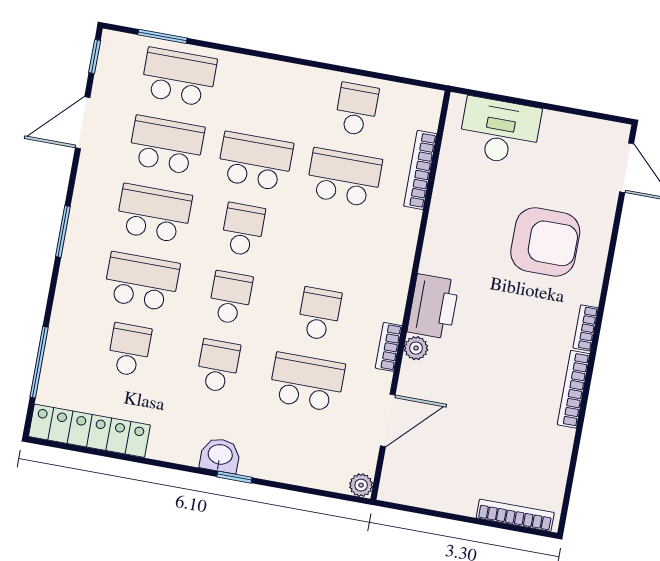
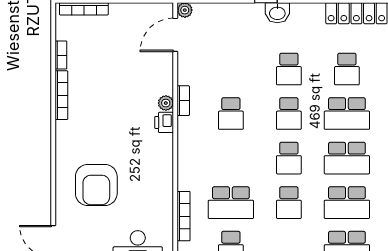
school desk: (255, 161) -> (289, 203), width x0.54
armchair: (545, 242) -> (96, 185), turned -90
printer: (433, 306) -> (164, 122), width x0.53, depth x0.68
bookcase: (586, 328) -> (61, 55), moved
school desk: (307, 382) -> (231, 69), removed
door: (388, 420) -> (175, 35), moved

